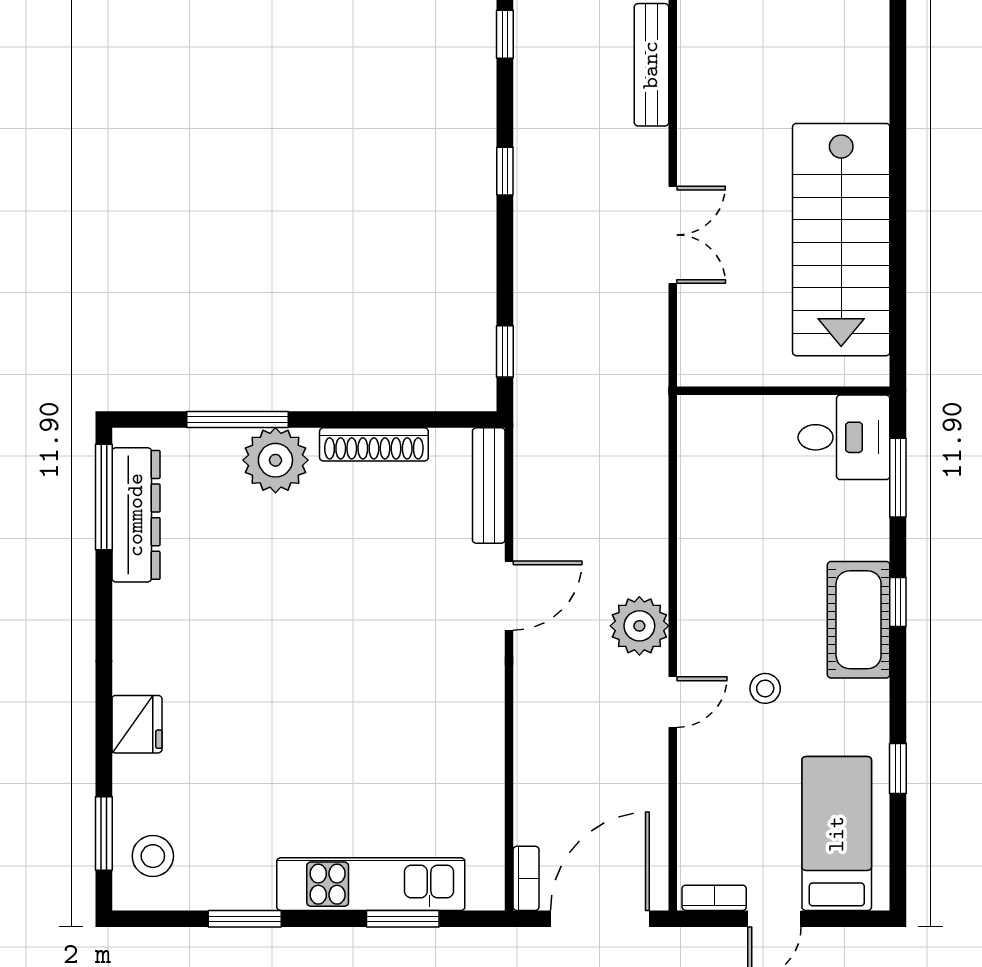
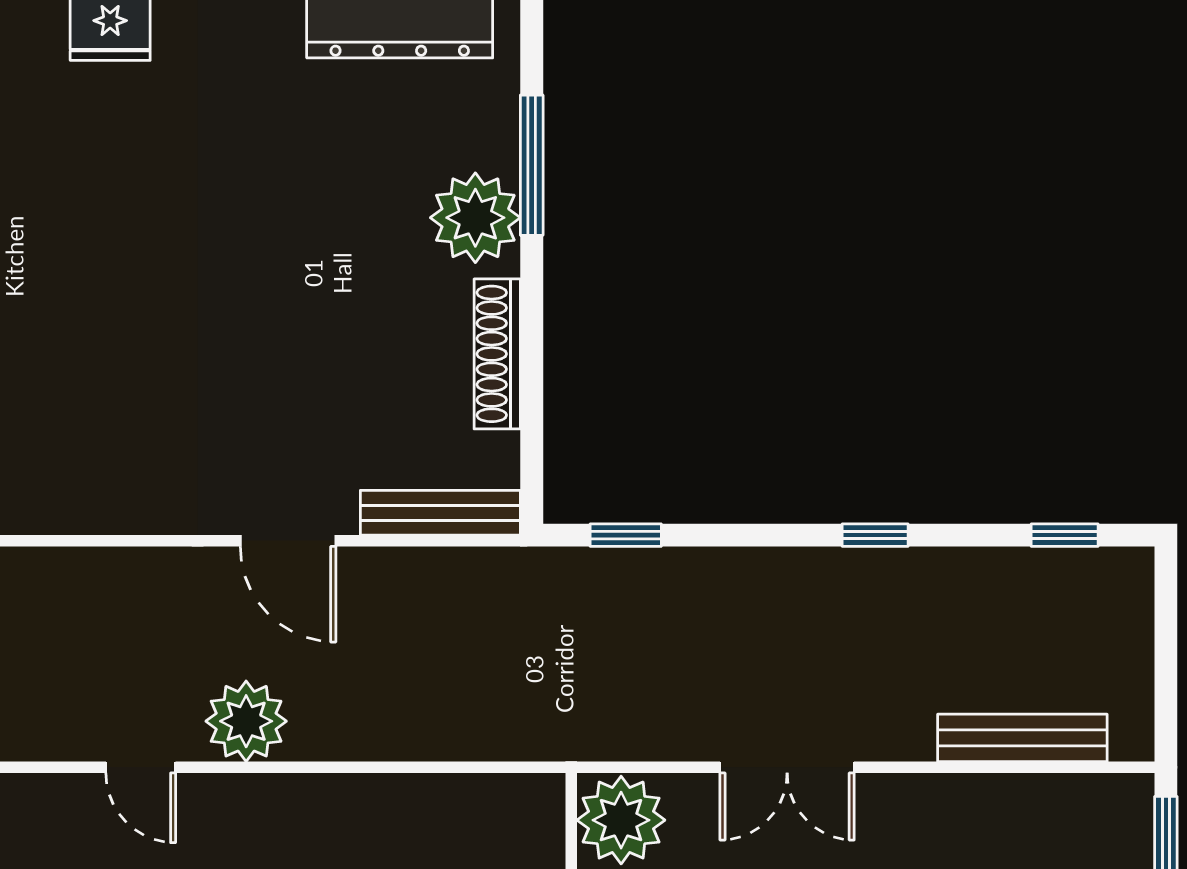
plant: (711, 355) -> (621, 820), added

